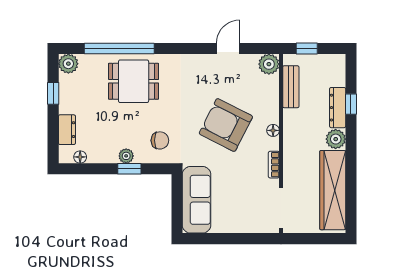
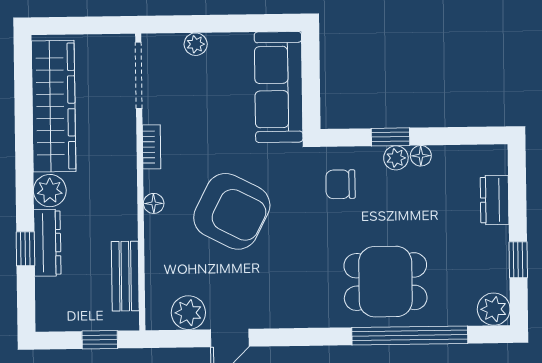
plant: (269, 64) -> (188, 313), moved
floor lamp: (80, 157) -> (421, 156), moved
plant: (246, 226) -> (196, 44), added

